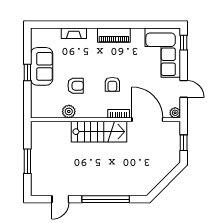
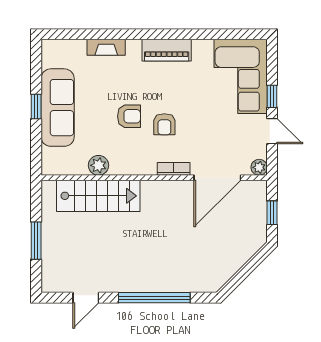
window: (184, 43) -> (272, 96), moved
sofa: (42, 66) -> (58, 108), width x1.36
armchair: (76, 86) -> (129, 116), moved
door: (147, 120) -> (217, 178), swing flipped
stairs: (99, 132) -> (98, 196), moved

